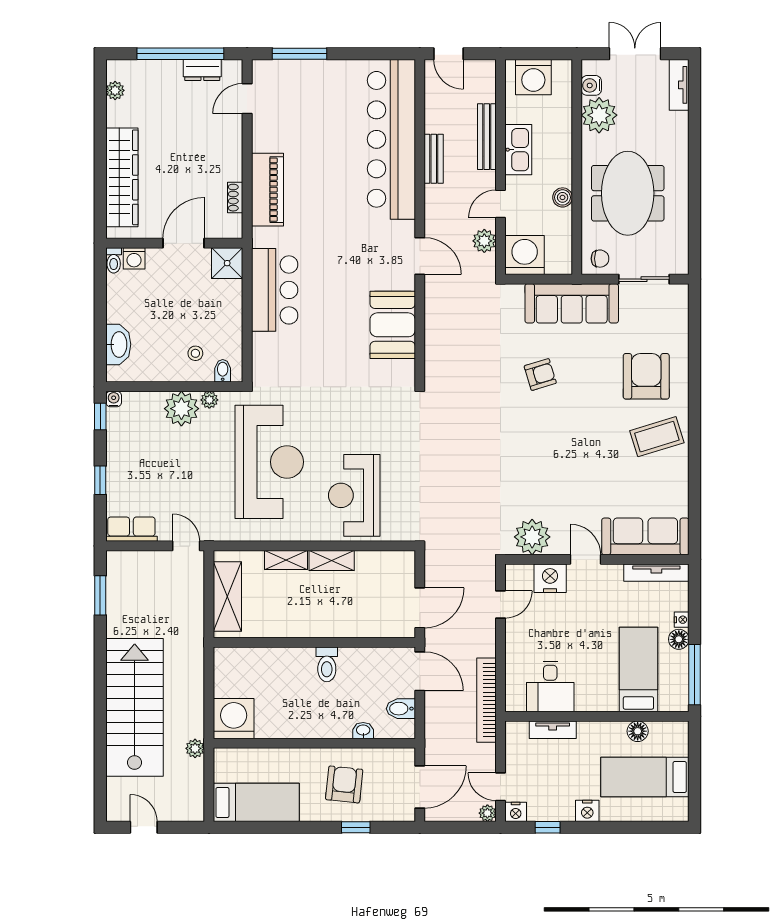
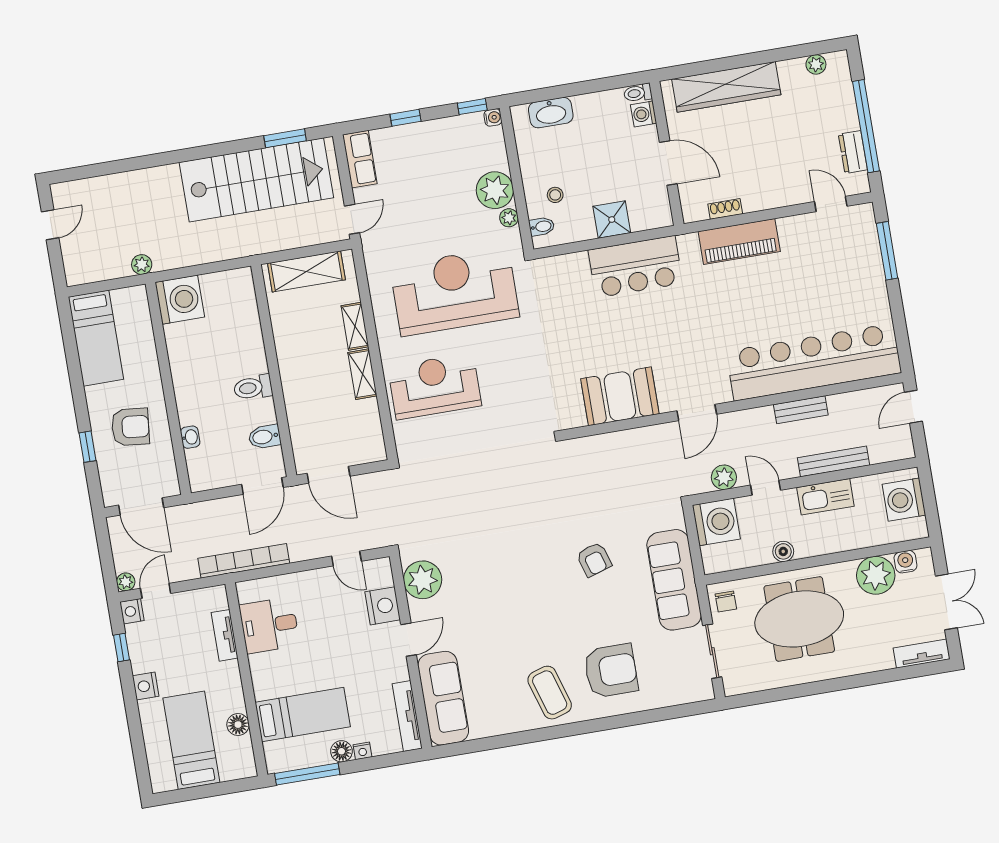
shower: (227, 263) -> (612, 220), moved
reception desk: (269, 462) -> (455, 291), turned 180
stairs: (135, 707) -> (256, 180), moved
bidet: (401, 709) -> (265, 437), moved, turned -90

